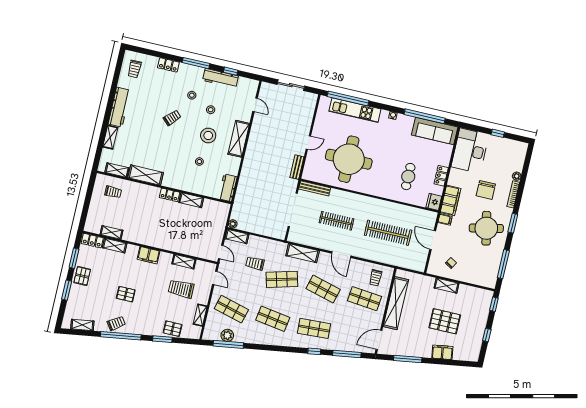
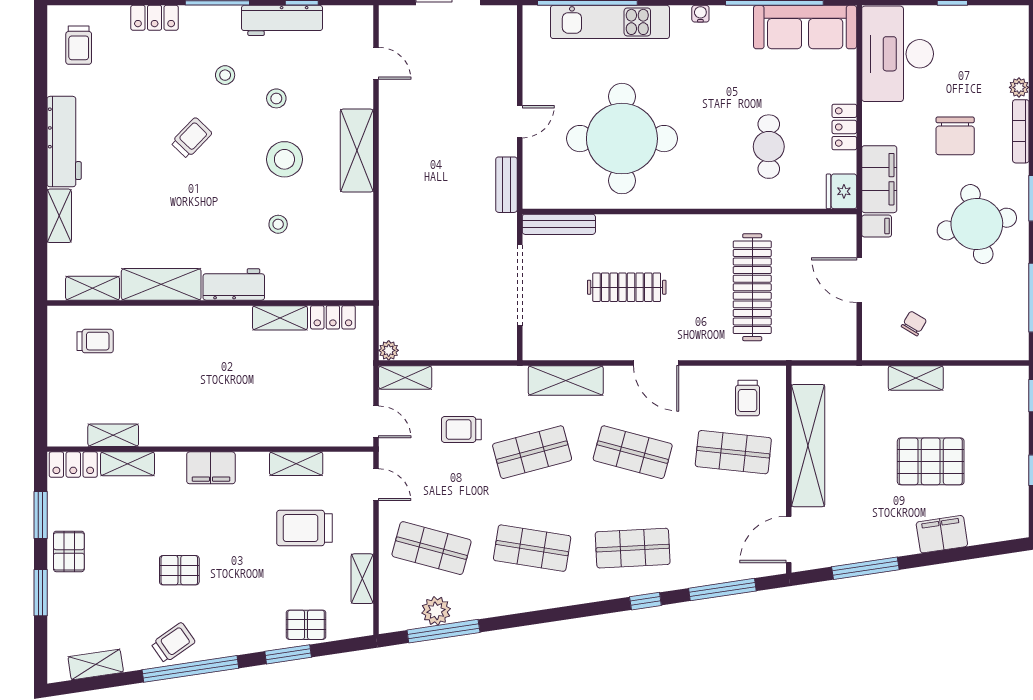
workbench: (228, 188) -> (234, 284), moved, turned 90
locker: (169, 195) -> (333, 317), moved
clothes rail: (388, 233) -> (752, 287), turned 90

